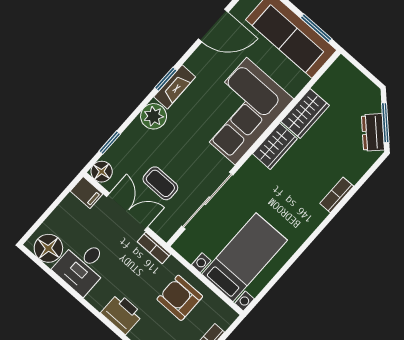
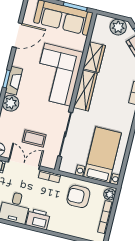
plant: (361, 89) -> (118, 27), added
wardrobe: (275, 146) -> (85, 91), width x1.50
printer: (122, 314) -> (38, 219), moved
plant: (225, 318) -> (110, 194), added

